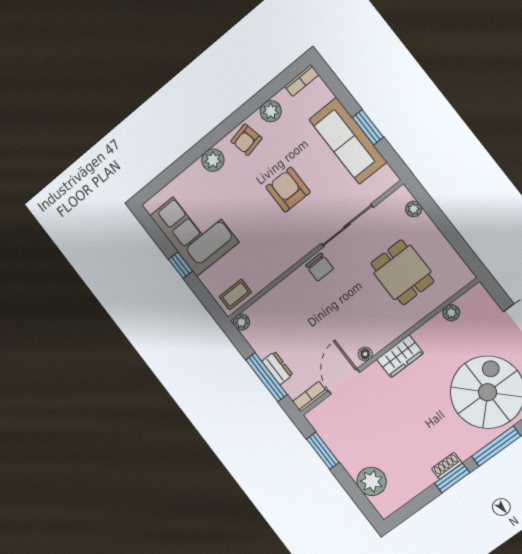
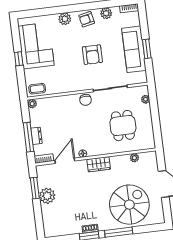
armchair: (288, 190) -> (92, 55), turned 180
plant: (372, 481) -> (47, 196), moved

